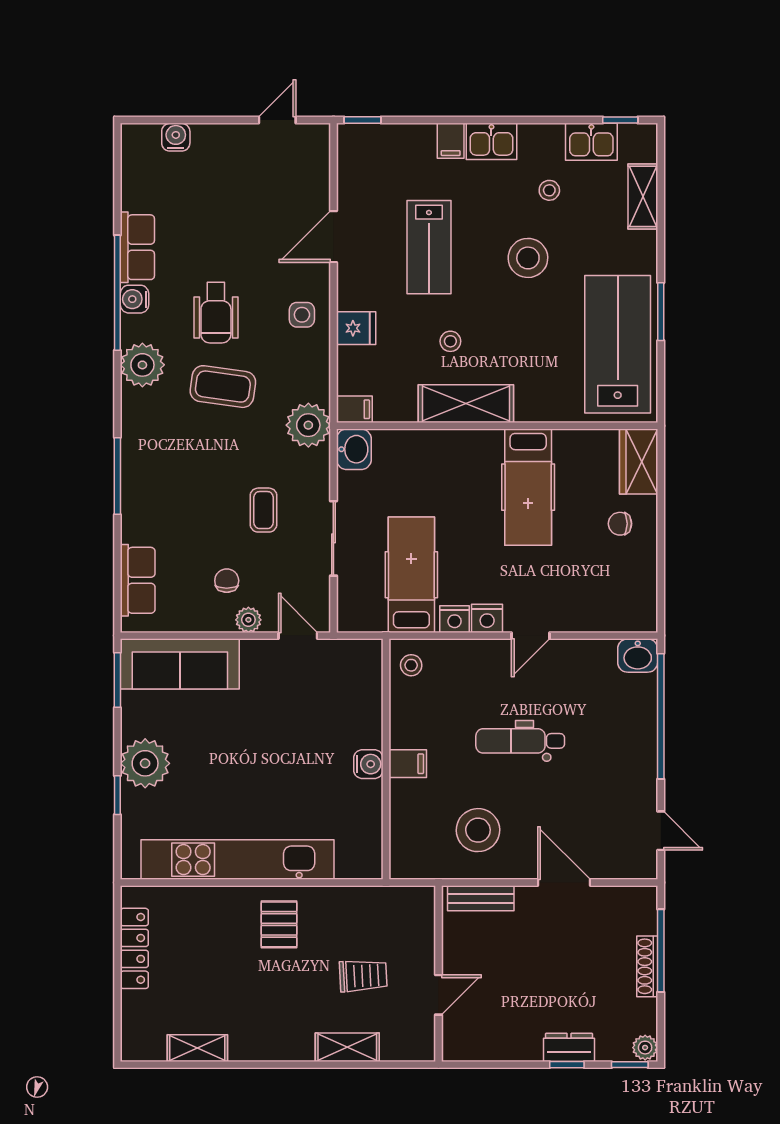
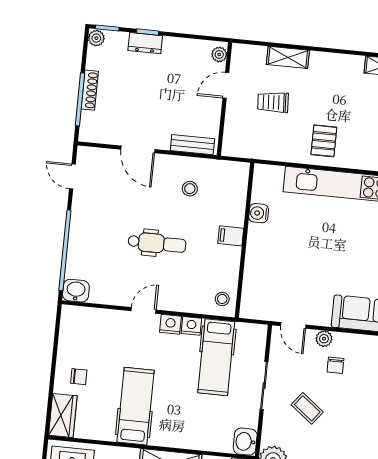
coffee table: (263, 510) -> (307, 408), turned -52
water cooler: (368, 764) -> (259, 213), moved
stool: (478, 830) -> (190, 189), width x0.53, depth x0.53
plant: (453, 1041) -> (219, 54), added

